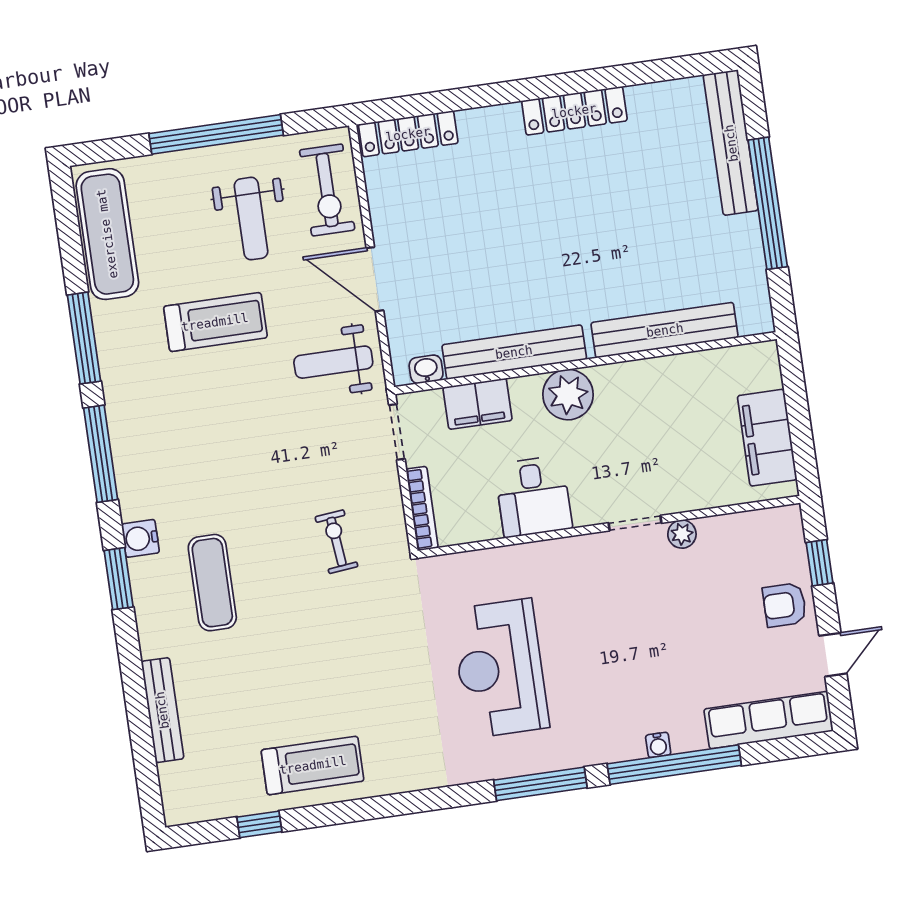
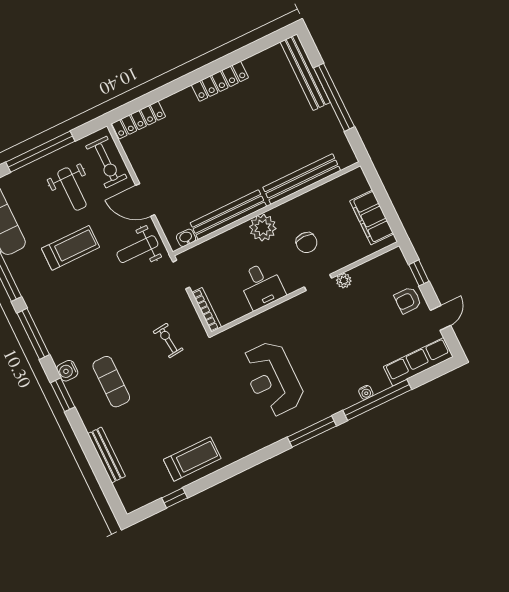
filing cabinet: (478, 404) -> (218, 247), removed
chair: (637, 446) -> (307, 243), added

